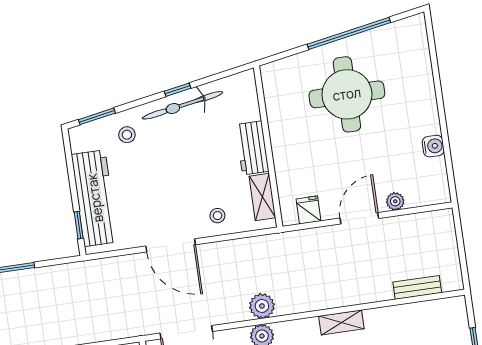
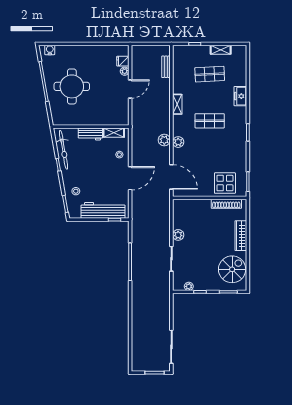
bicycle: (183, 105) -> (64, 150), moved
water cooler: (433, 146) -> (50, 50), moved
fridge: (309, 210) -> (123, 61), moved
door: (359, 218) -> (130, 89), swing flipped

